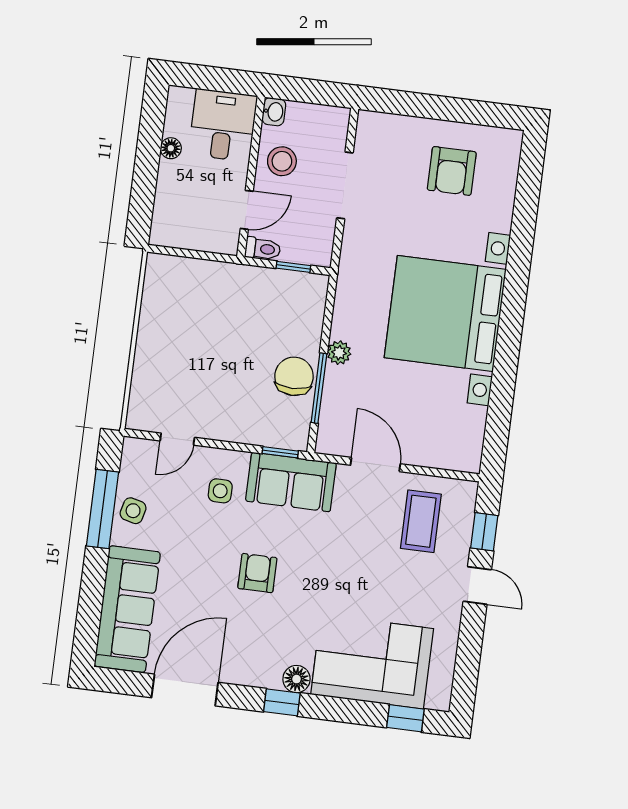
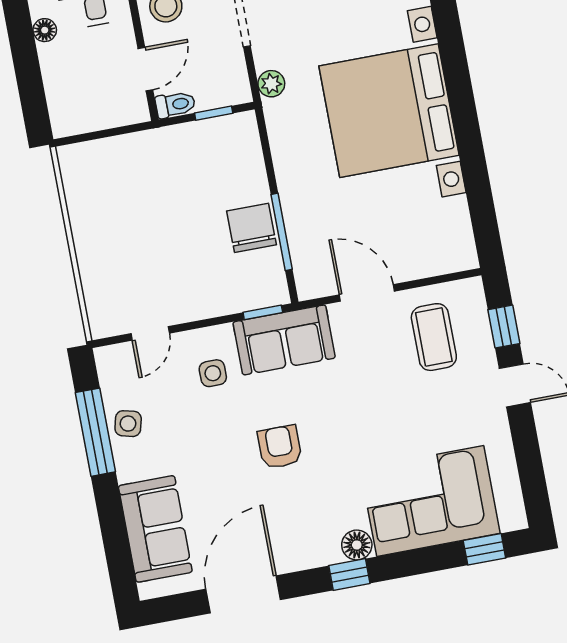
plant: (339, 353) -> (271, 84), moved
sofa: (127, 609) -> (155, 529), width x0.73

